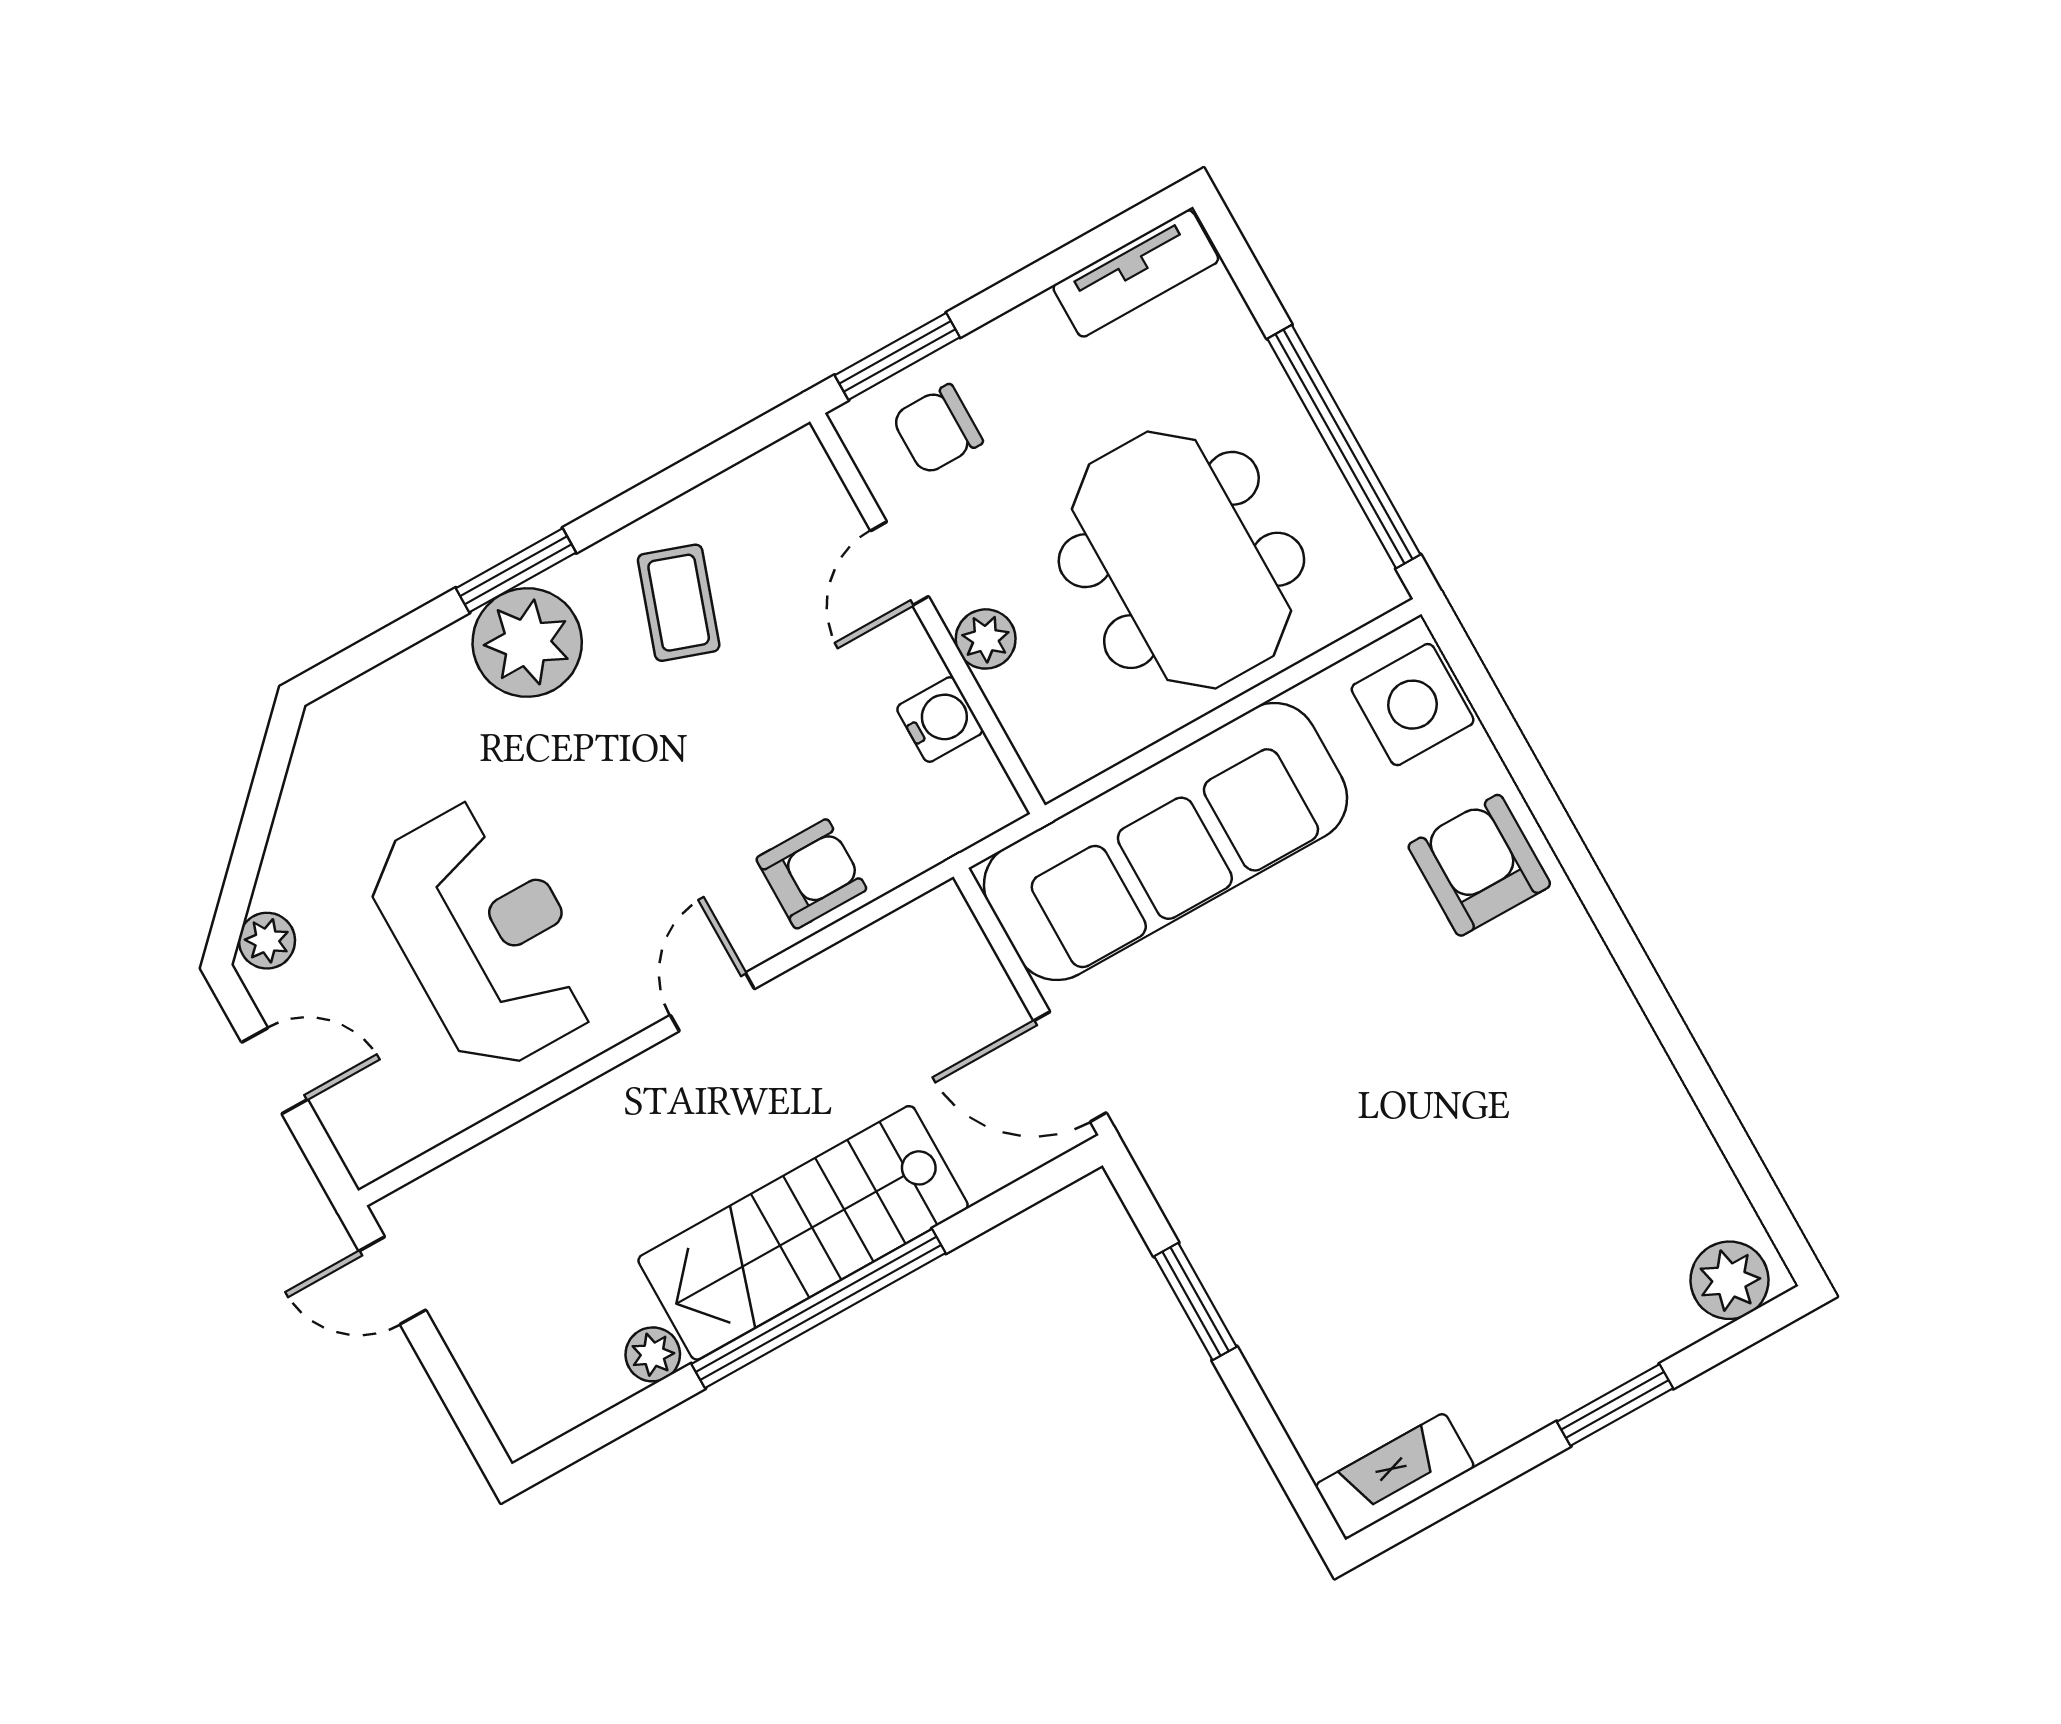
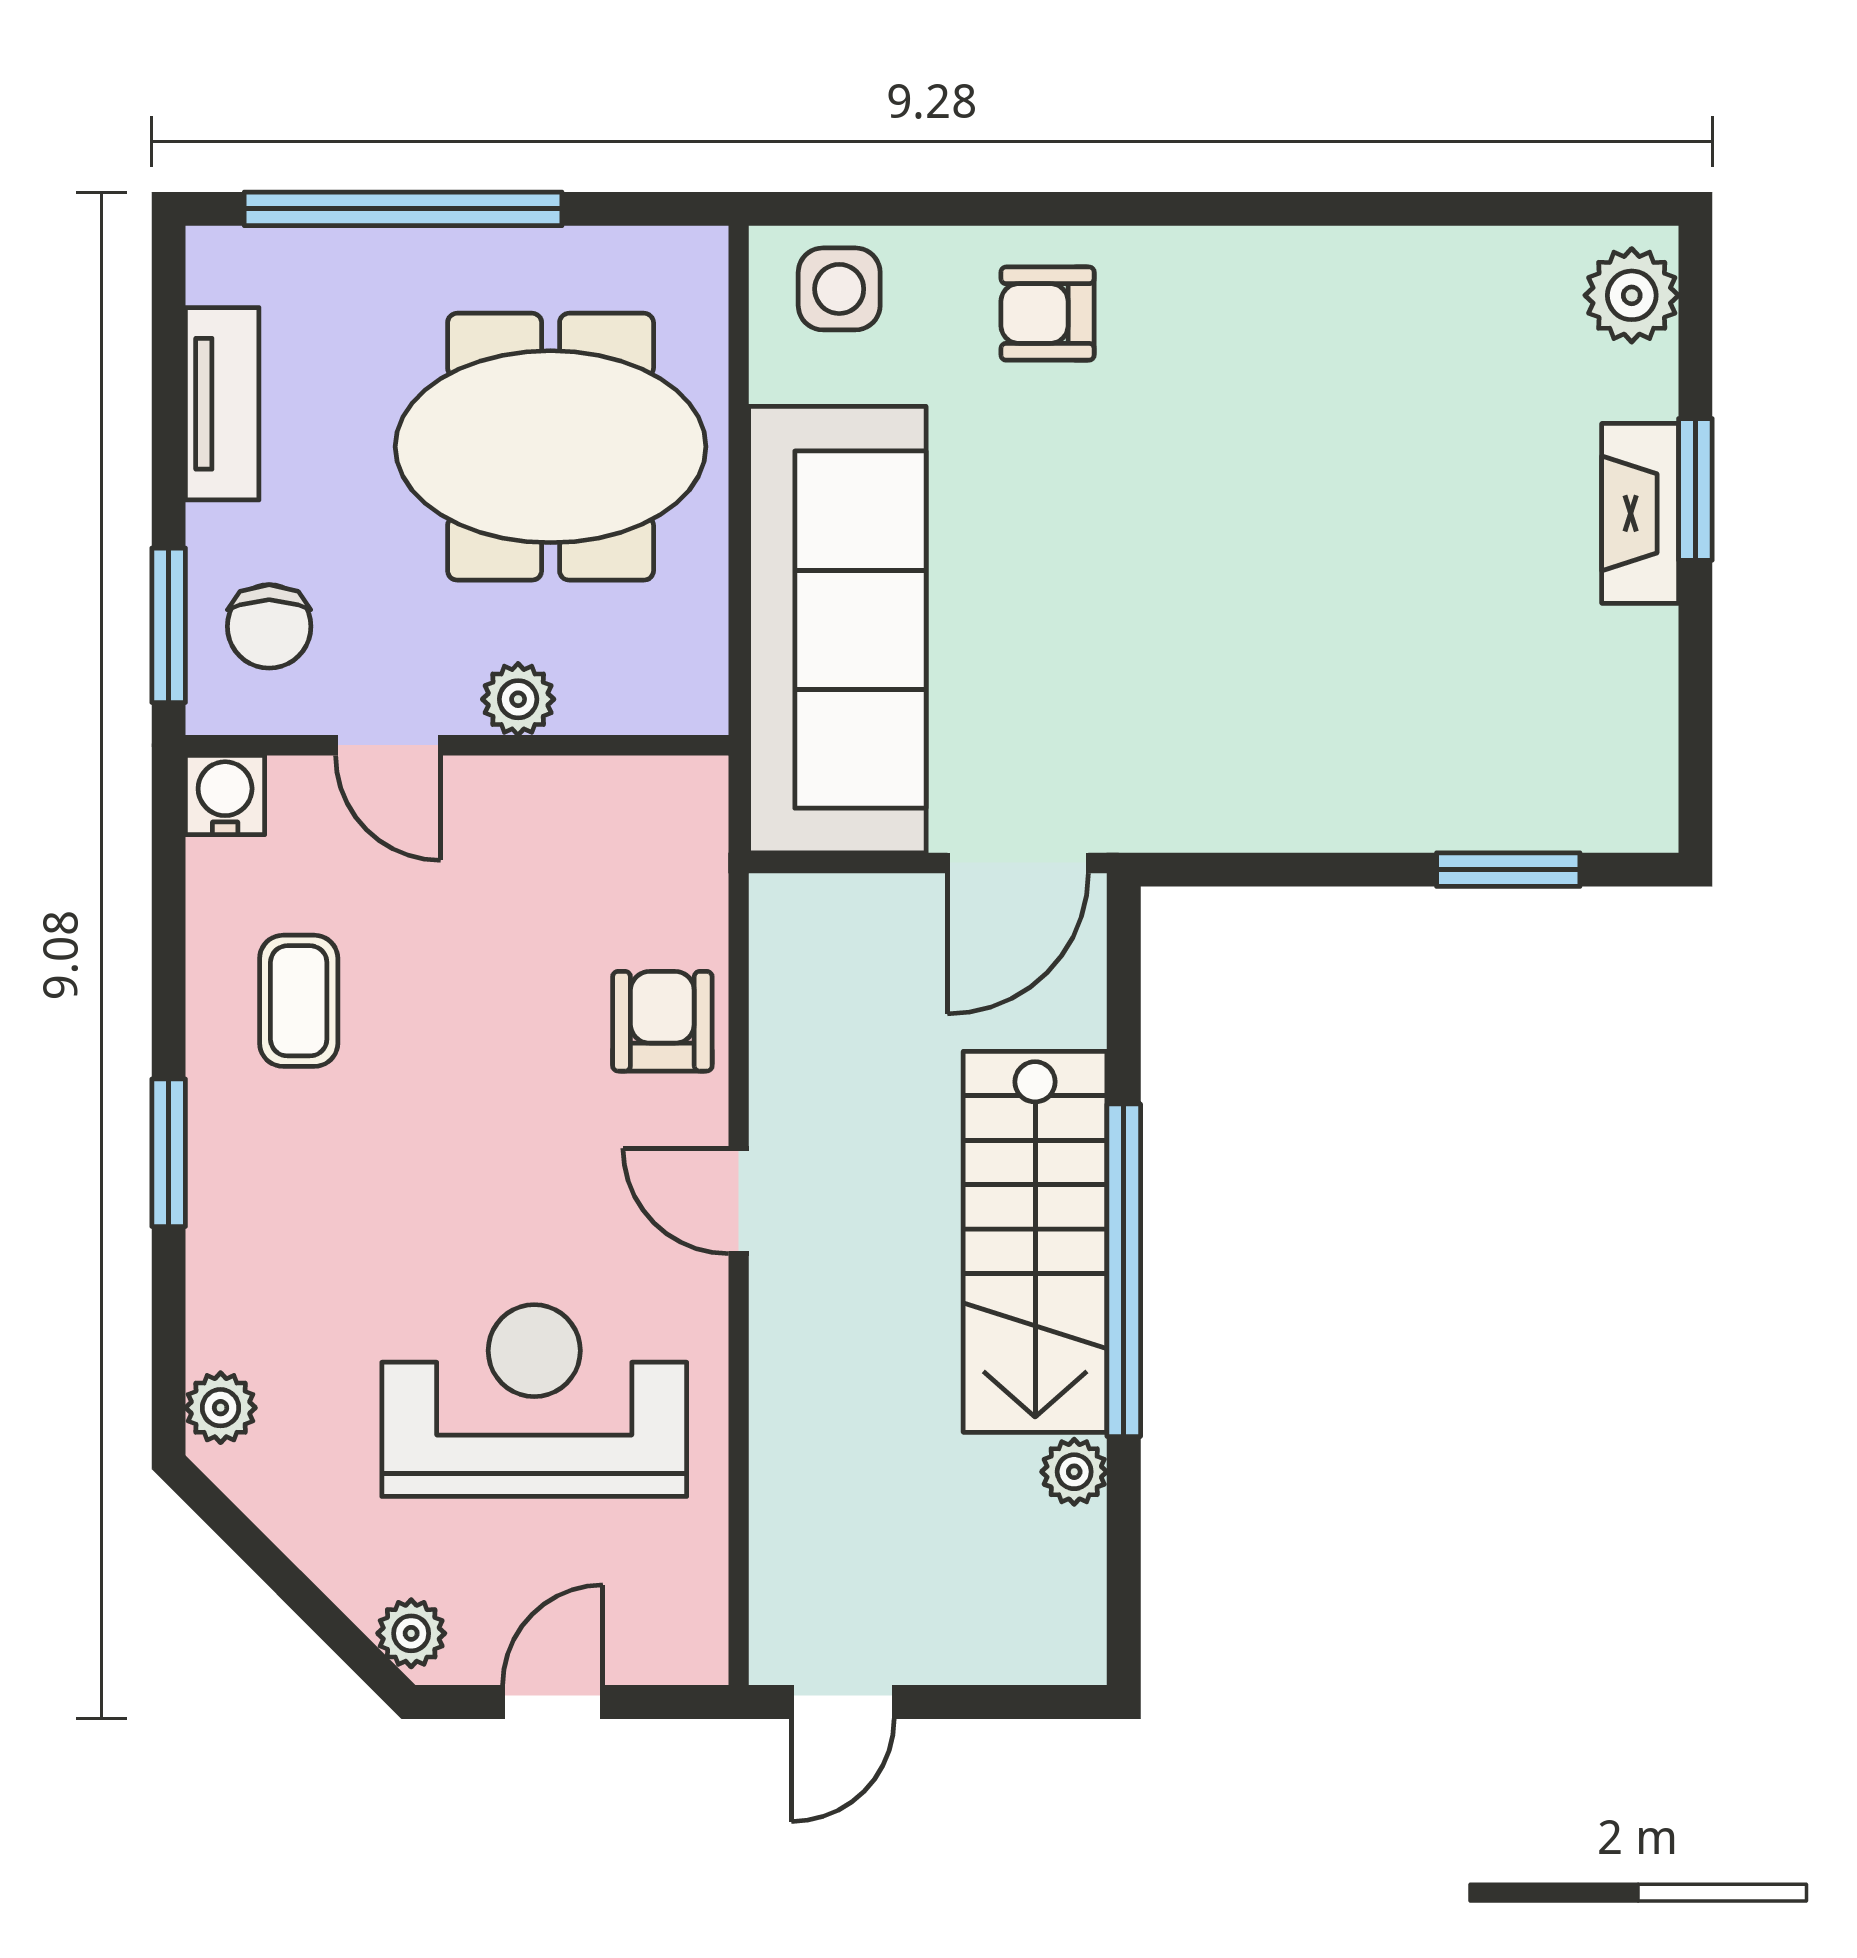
tv unit: (1136, 273) -> (222, 404), moved
window: (1344, 447) -> (403, 209), moved
coffee table: (679, 603) -> (299, 1001), turned 71
plant: (527, 643) -> (221, 1408), moved, width x0.53, depth x0.53
side table: (1413, 705) -> (839, 289), width x0.73, depth x0.73
water cooler: (940, 720) -> (225, 795), moved
armchair: (1479, 865) -> (1048, 314), width x0.72, depth x0.72
window: (1195, 1302) -> (1508, 870), moved
fireplace: (1395, 1476) -> (1640, 513), moved

